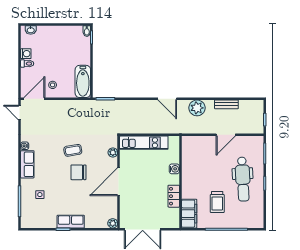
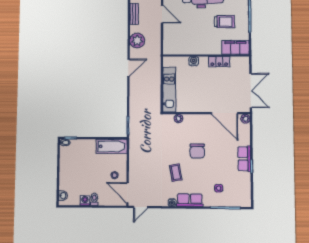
coffee table: (73, 150) -> (176, 173), moved
door: (119, 182) -> (224, 113), moved

